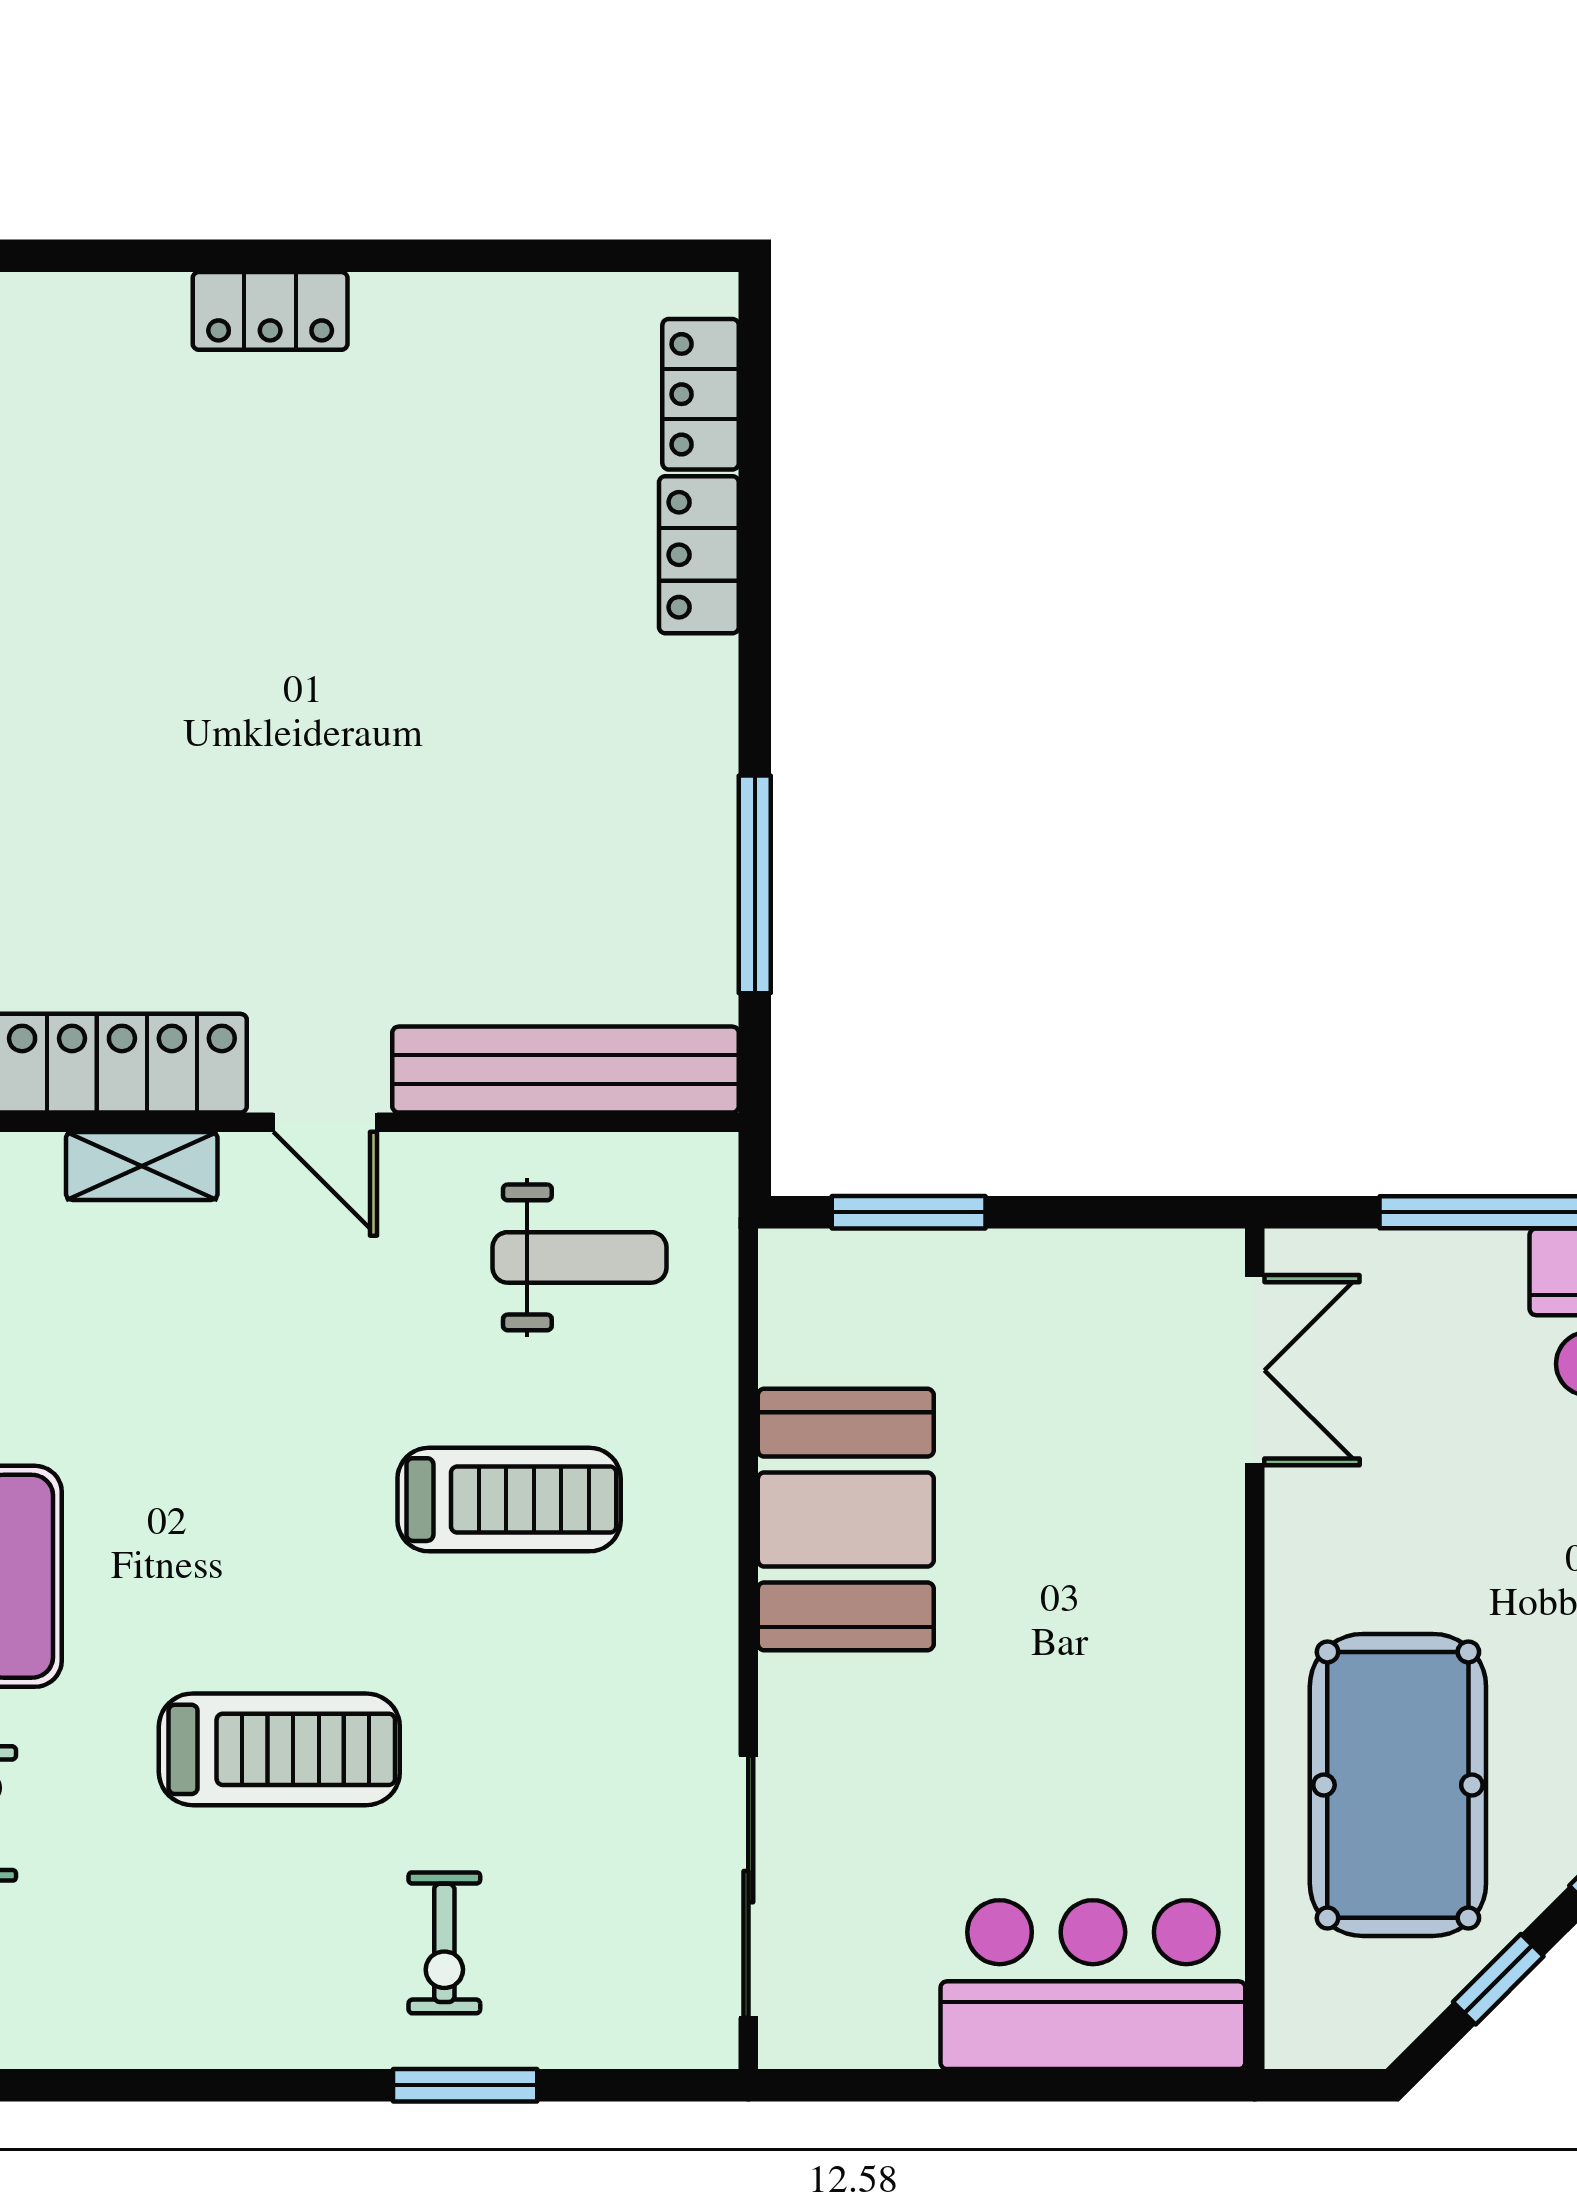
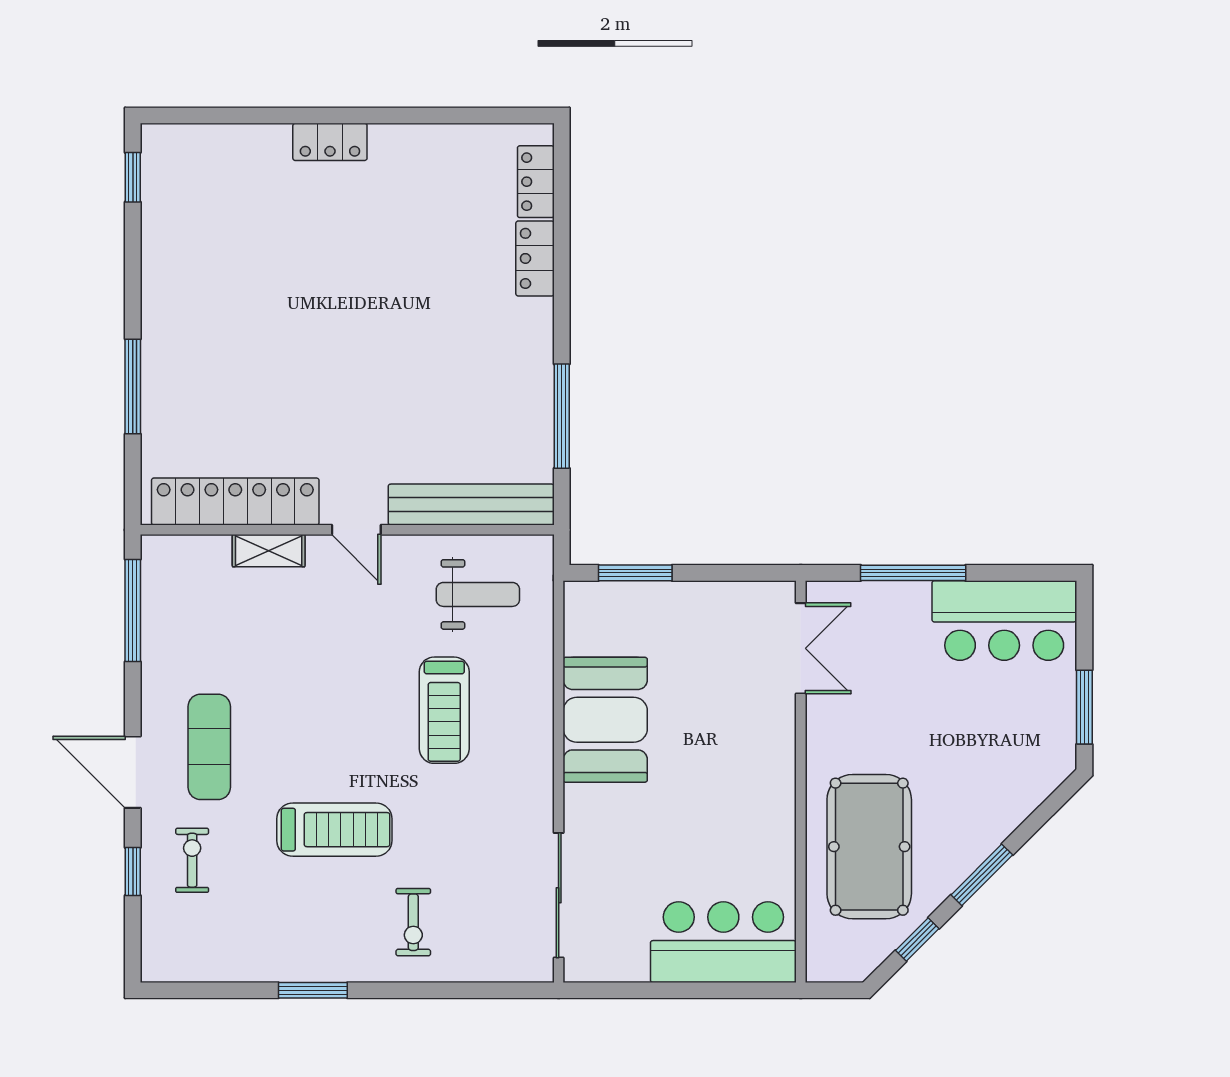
treadmill: (509, 1500) -> (444, 710), turned 90
window: (465, 2085) -> (313, 990), moved

